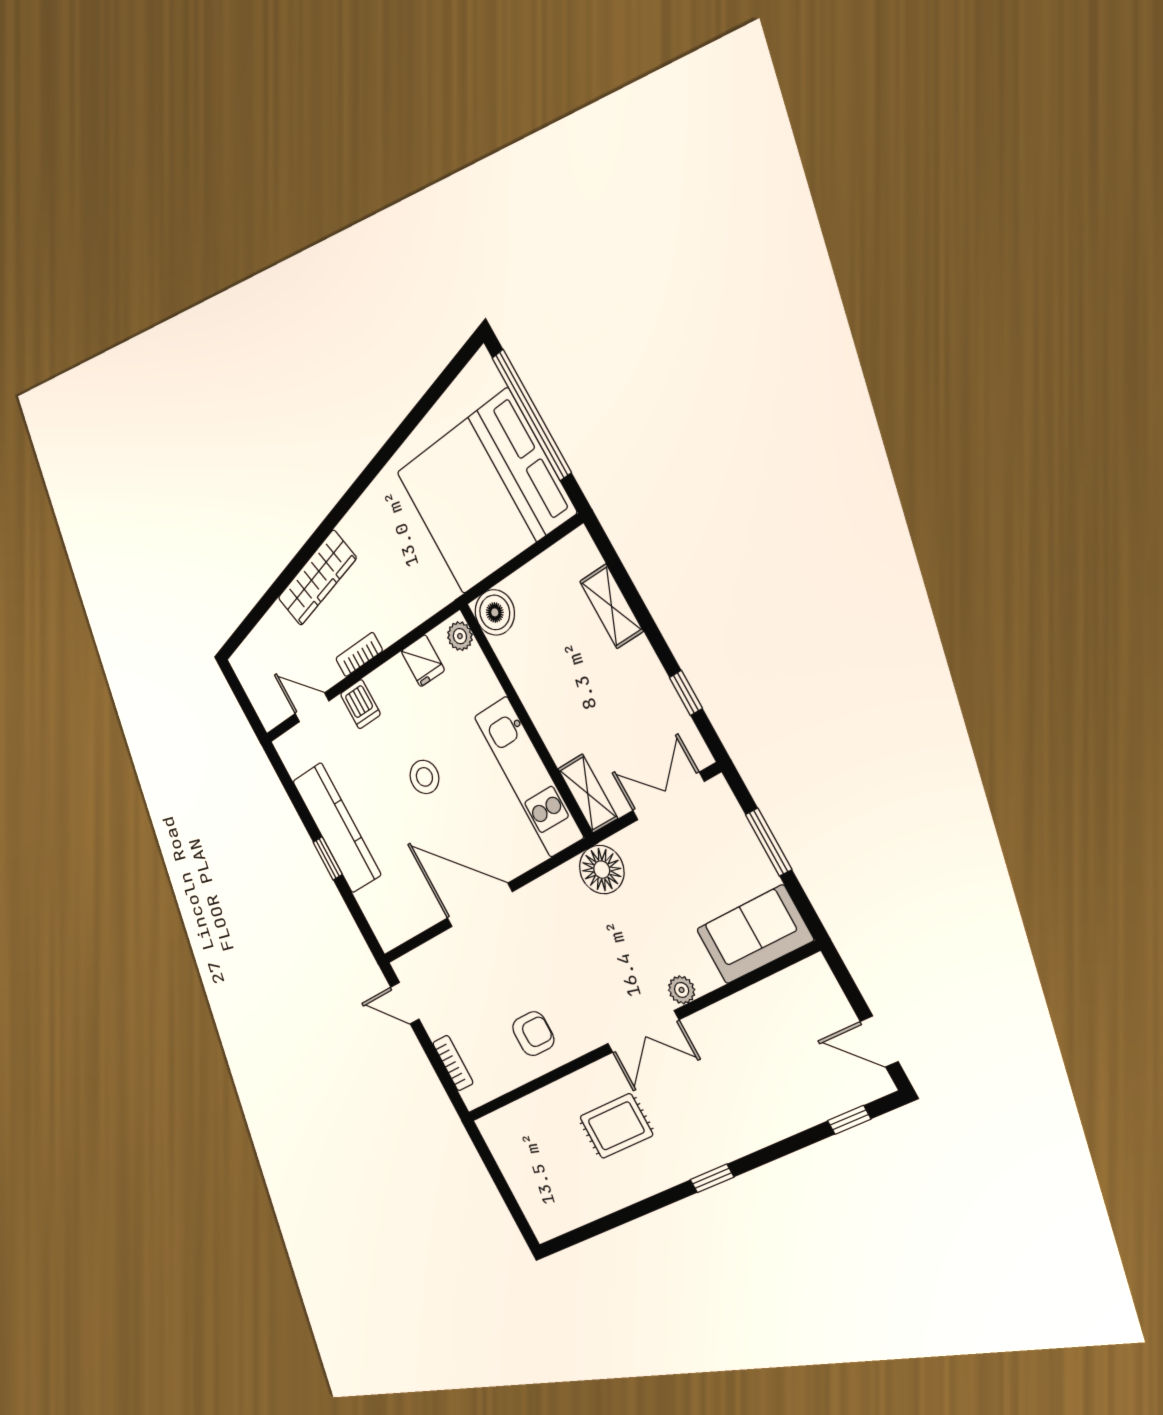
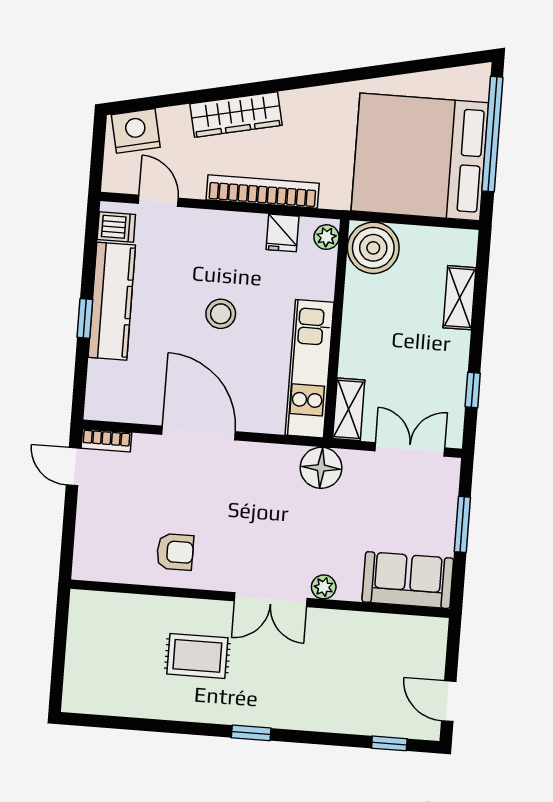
boiler: (495, 612) -> (373, 248), width x1.37, depth x1.37
bookcase: (359, 655) -> (263, 191), width x2.31, depth x1.31
nightstand: (256, 657) -> (136, 131), added
dishwasher: (360, 704) -> (116, 227), moved, turned -90
bookcase: (453, 1063) -> (106, 440), moved, turned 90

